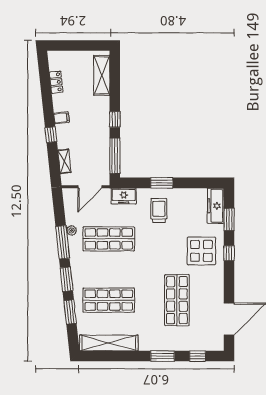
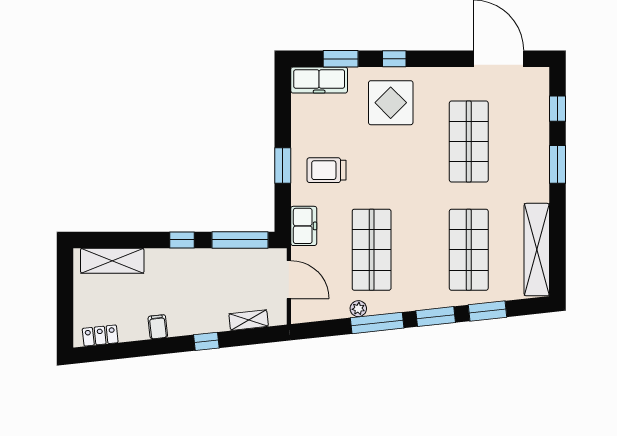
locker: (56, 82) -> (100, 336), moved
filing cabinet: (62, 118) -> (158, 327), moved
shop shelf: (177, 300) -> (469, 141), turned 90

